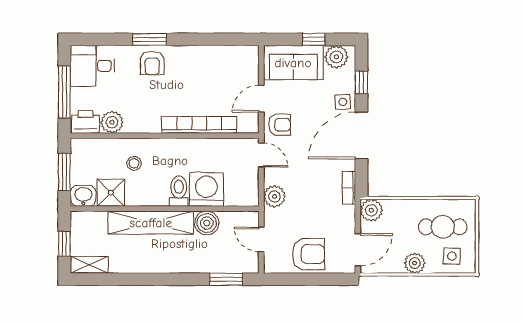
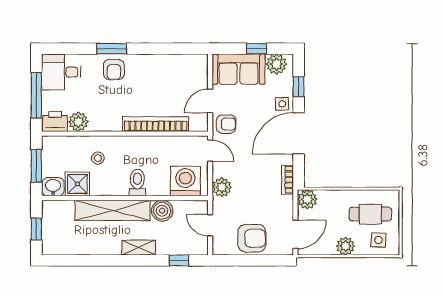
washing machine: (206, 189) -> (185, 181), moved
shelving: (89, 265) -> (139, 248), moved
window: (226, 279) -> (179, 260), width x0.67

